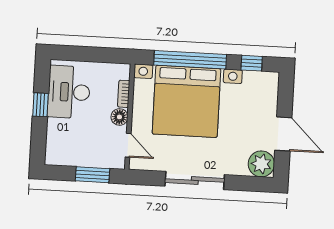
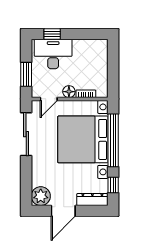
desk: (69, 92) -> (53, 54), moved
dresser: (270, 93) -> (92, 199), added
window: (40, 105) -> (52, 34), moved
sliding door: (195, 180) -> (26, 134), moved

